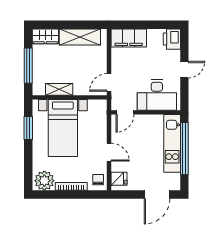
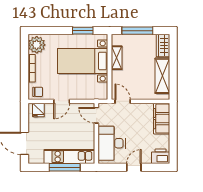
door: (184, 70) -> (134, 167), swing flipped
window: (184, 149) -> (65, 167), width x0.68

